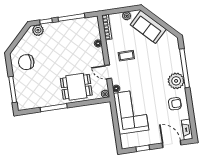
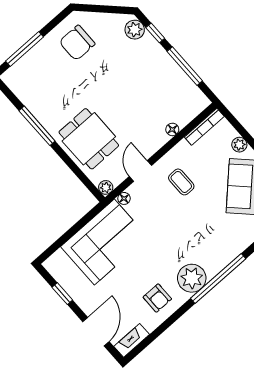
chair: (26, 62) -> (77, 43), turned -90

